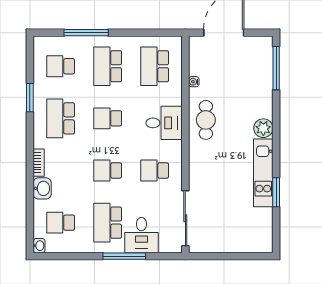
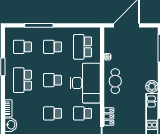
school desk: (108, 66) -> (53, 47), width x0.54
desk: (164, 123) -> (85, 83), width x1.87, depth x1.30
locker: (196, 175) -> (109, 116), added

